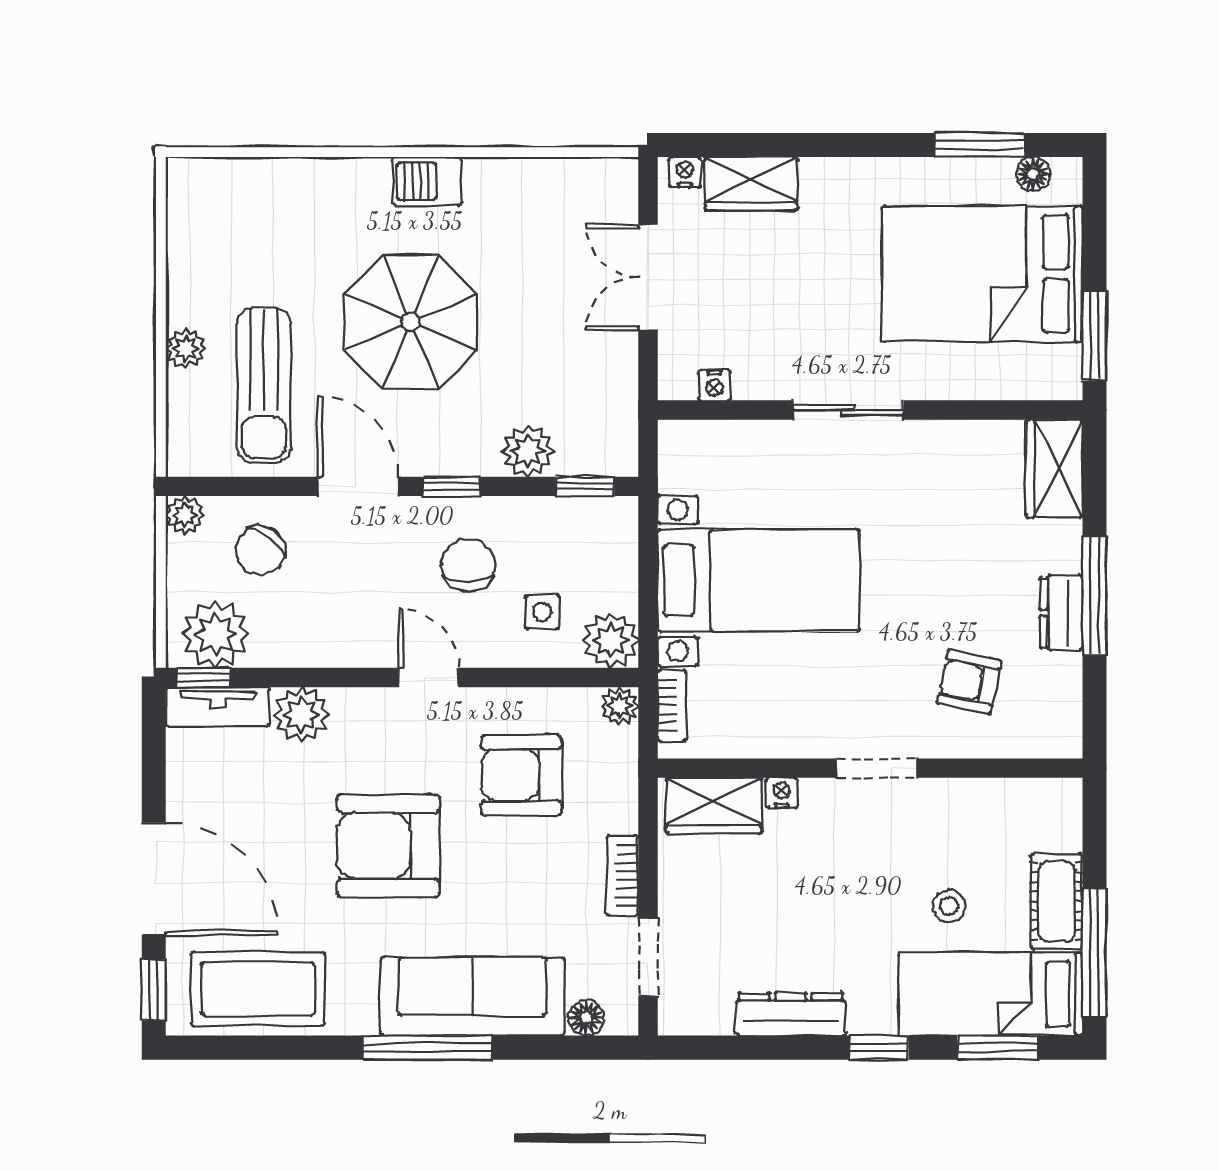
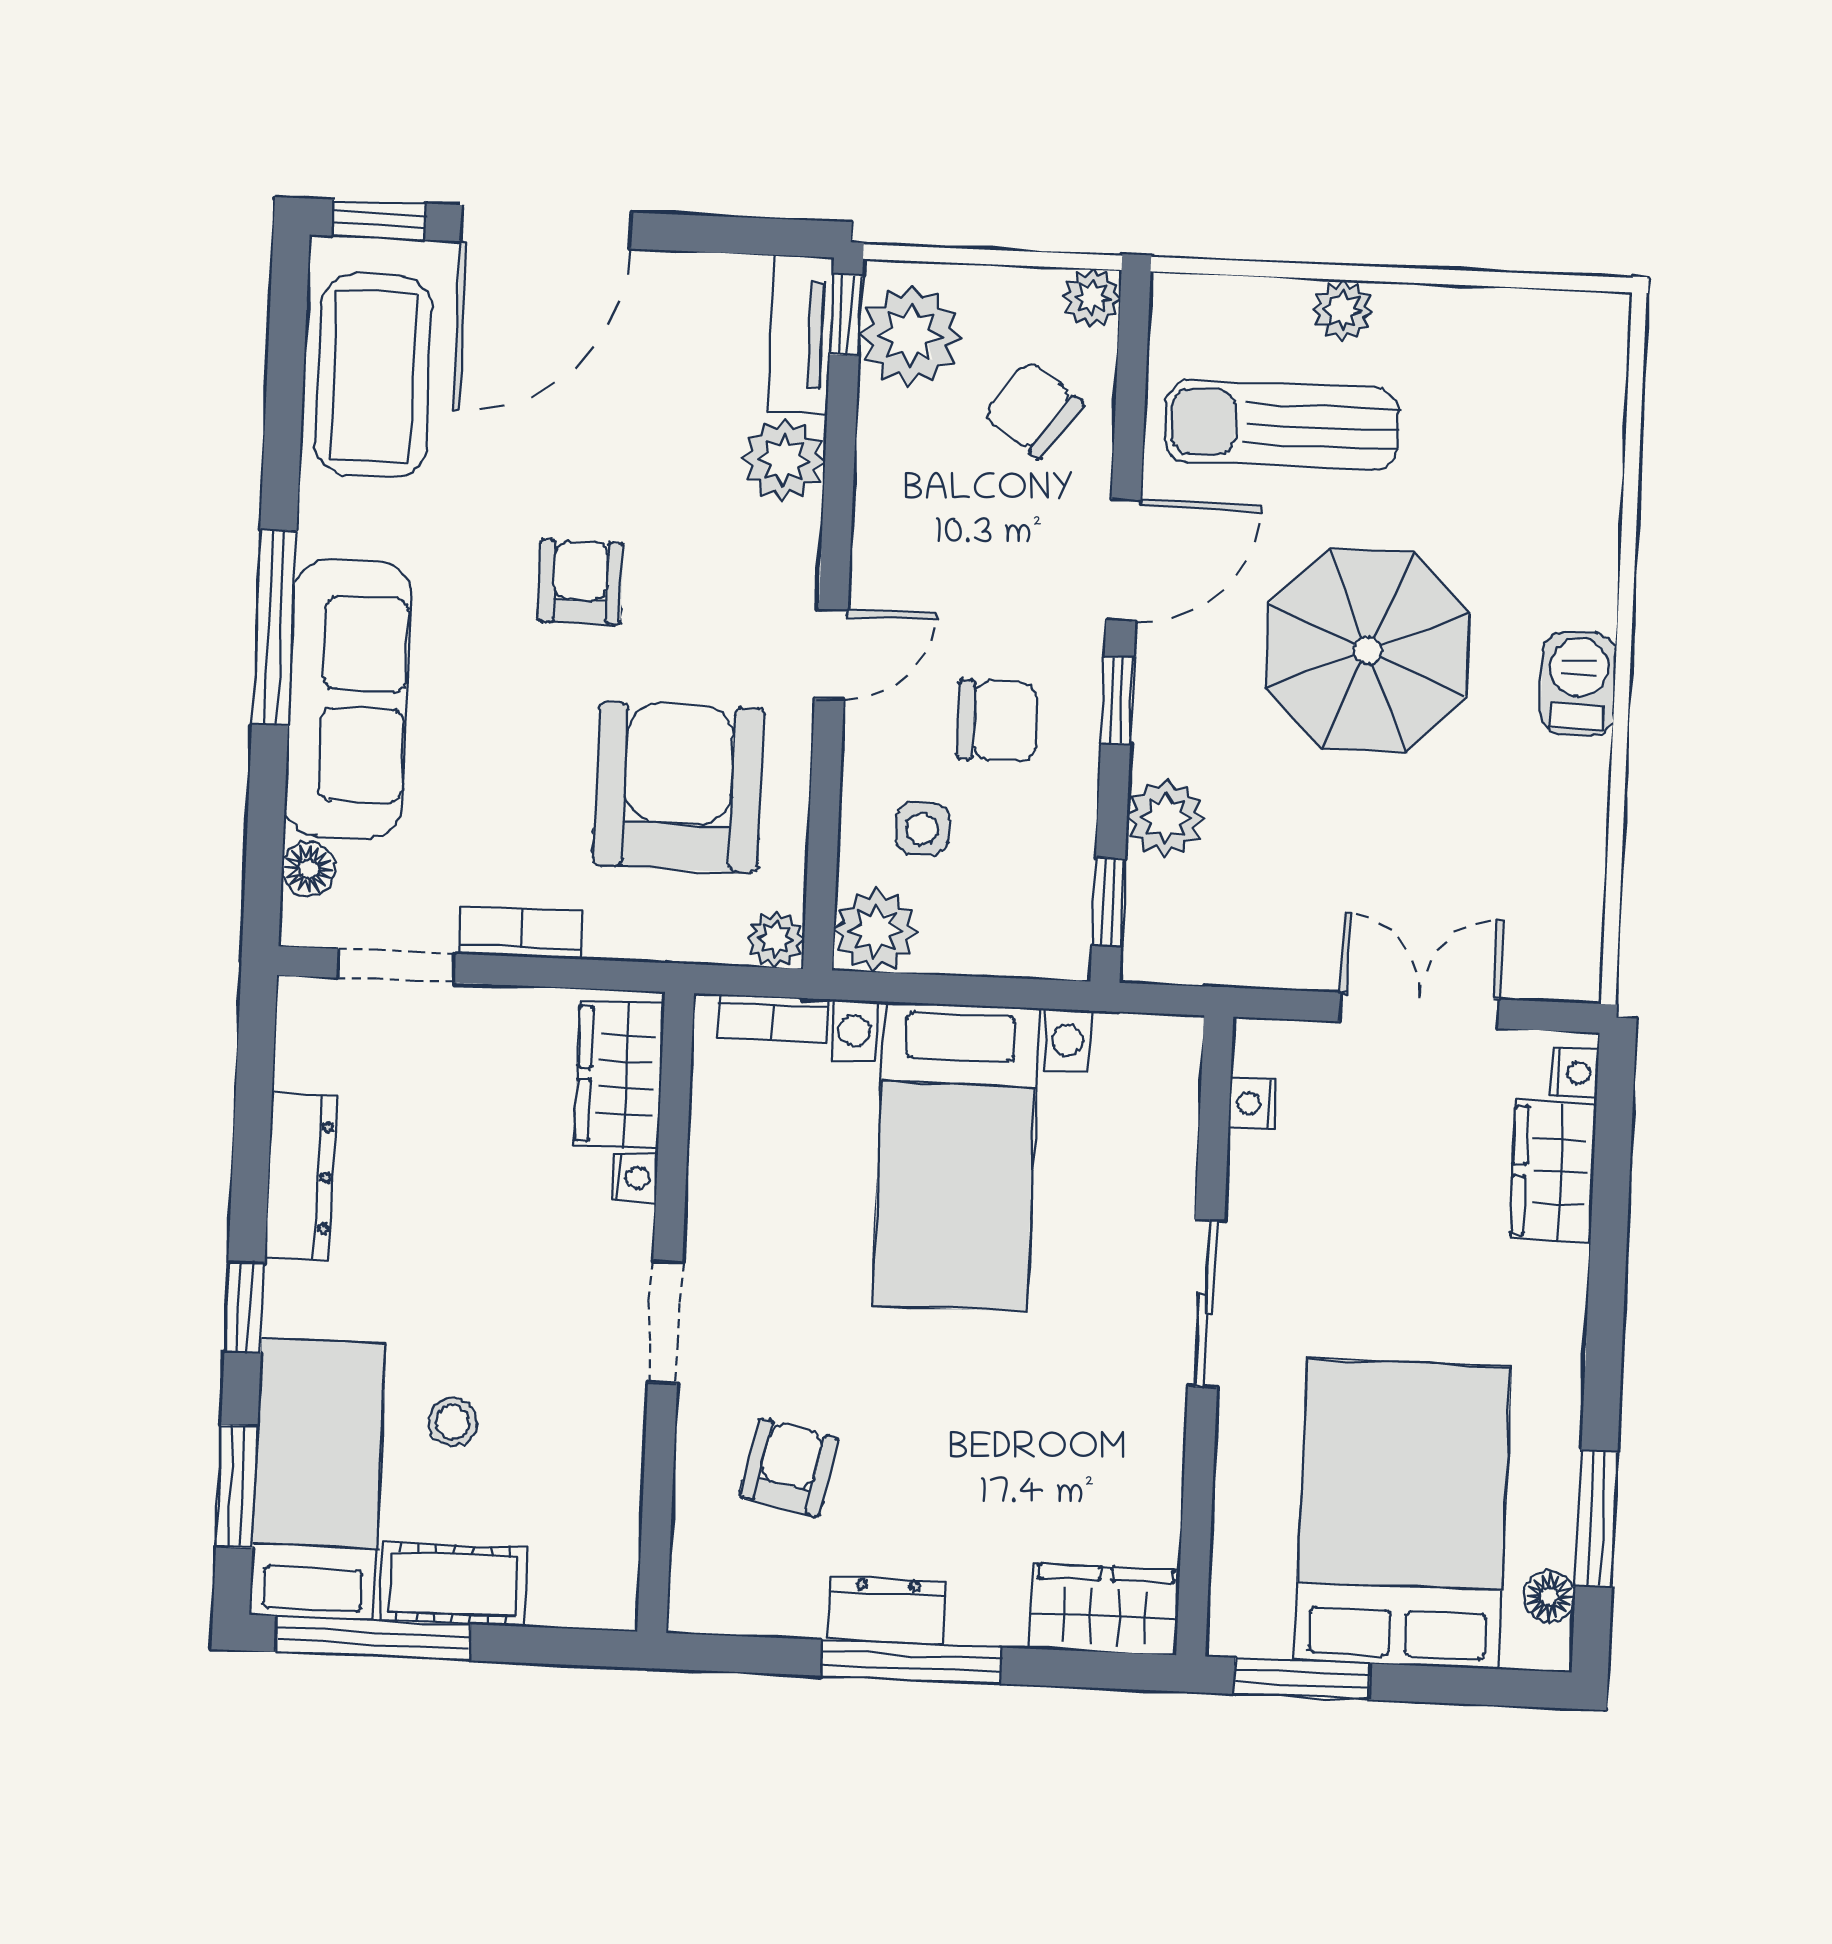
armchair: (521, 775) -> (678, 787), width x1.36, depth x1.36
armchair: (388, 846) -> (581, 582), width x0.53, depth x0.53

